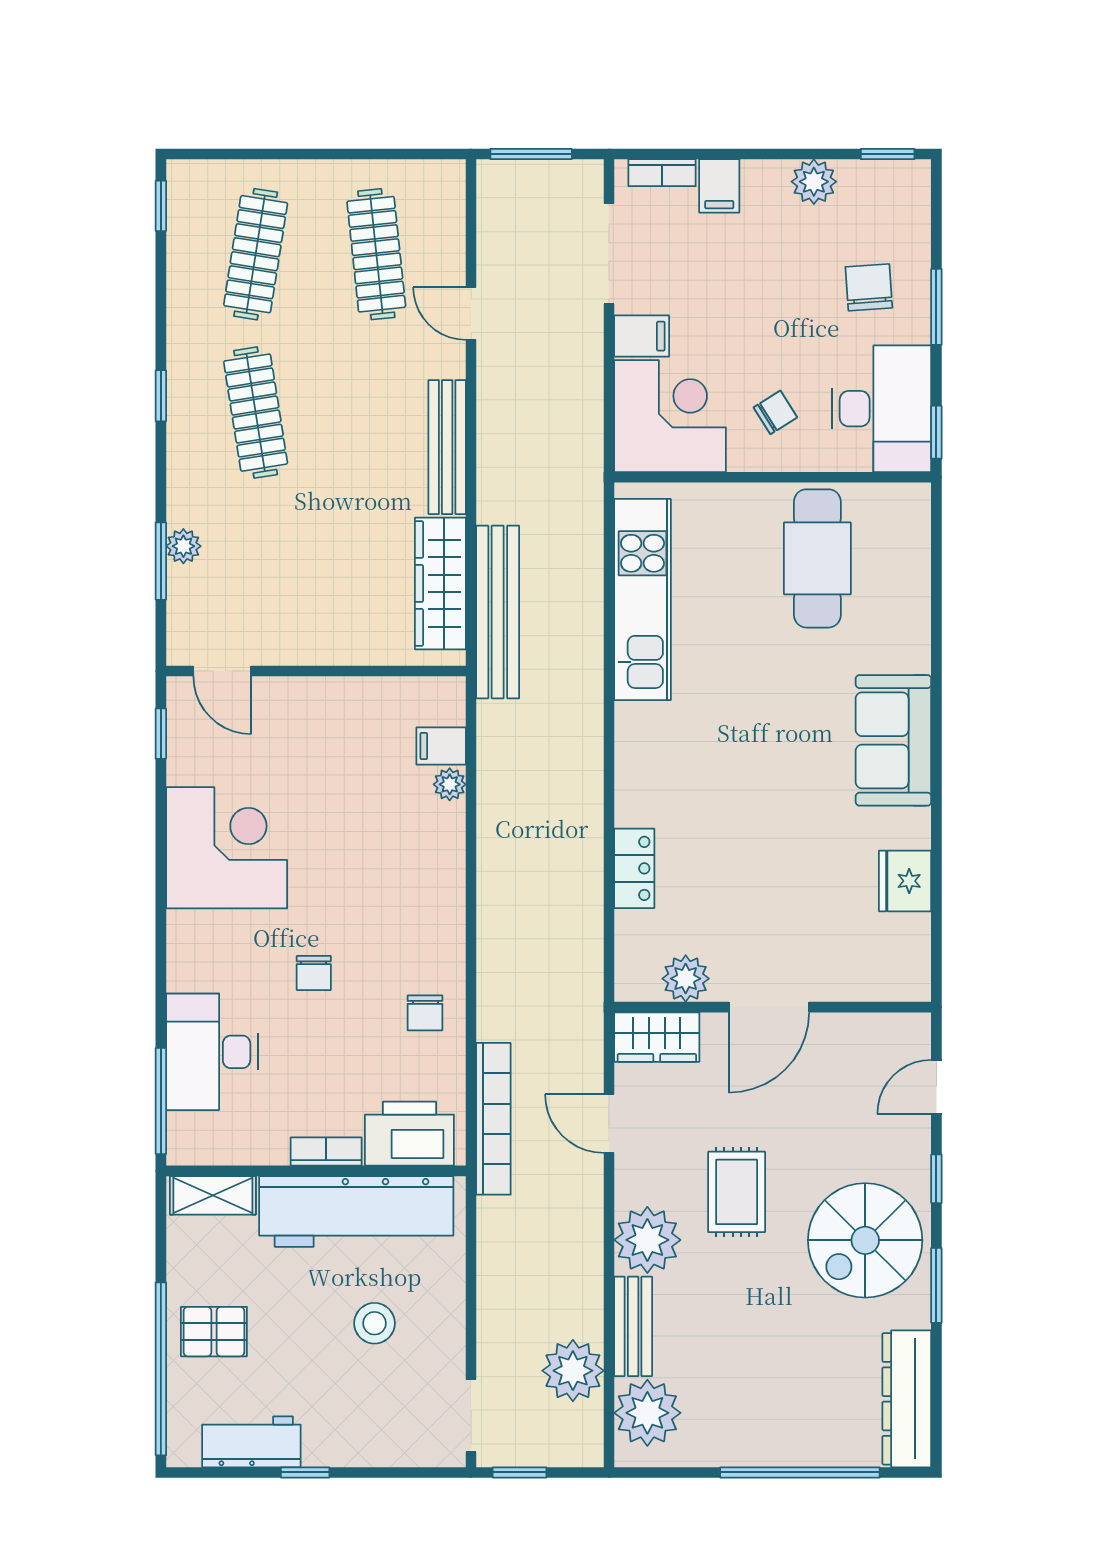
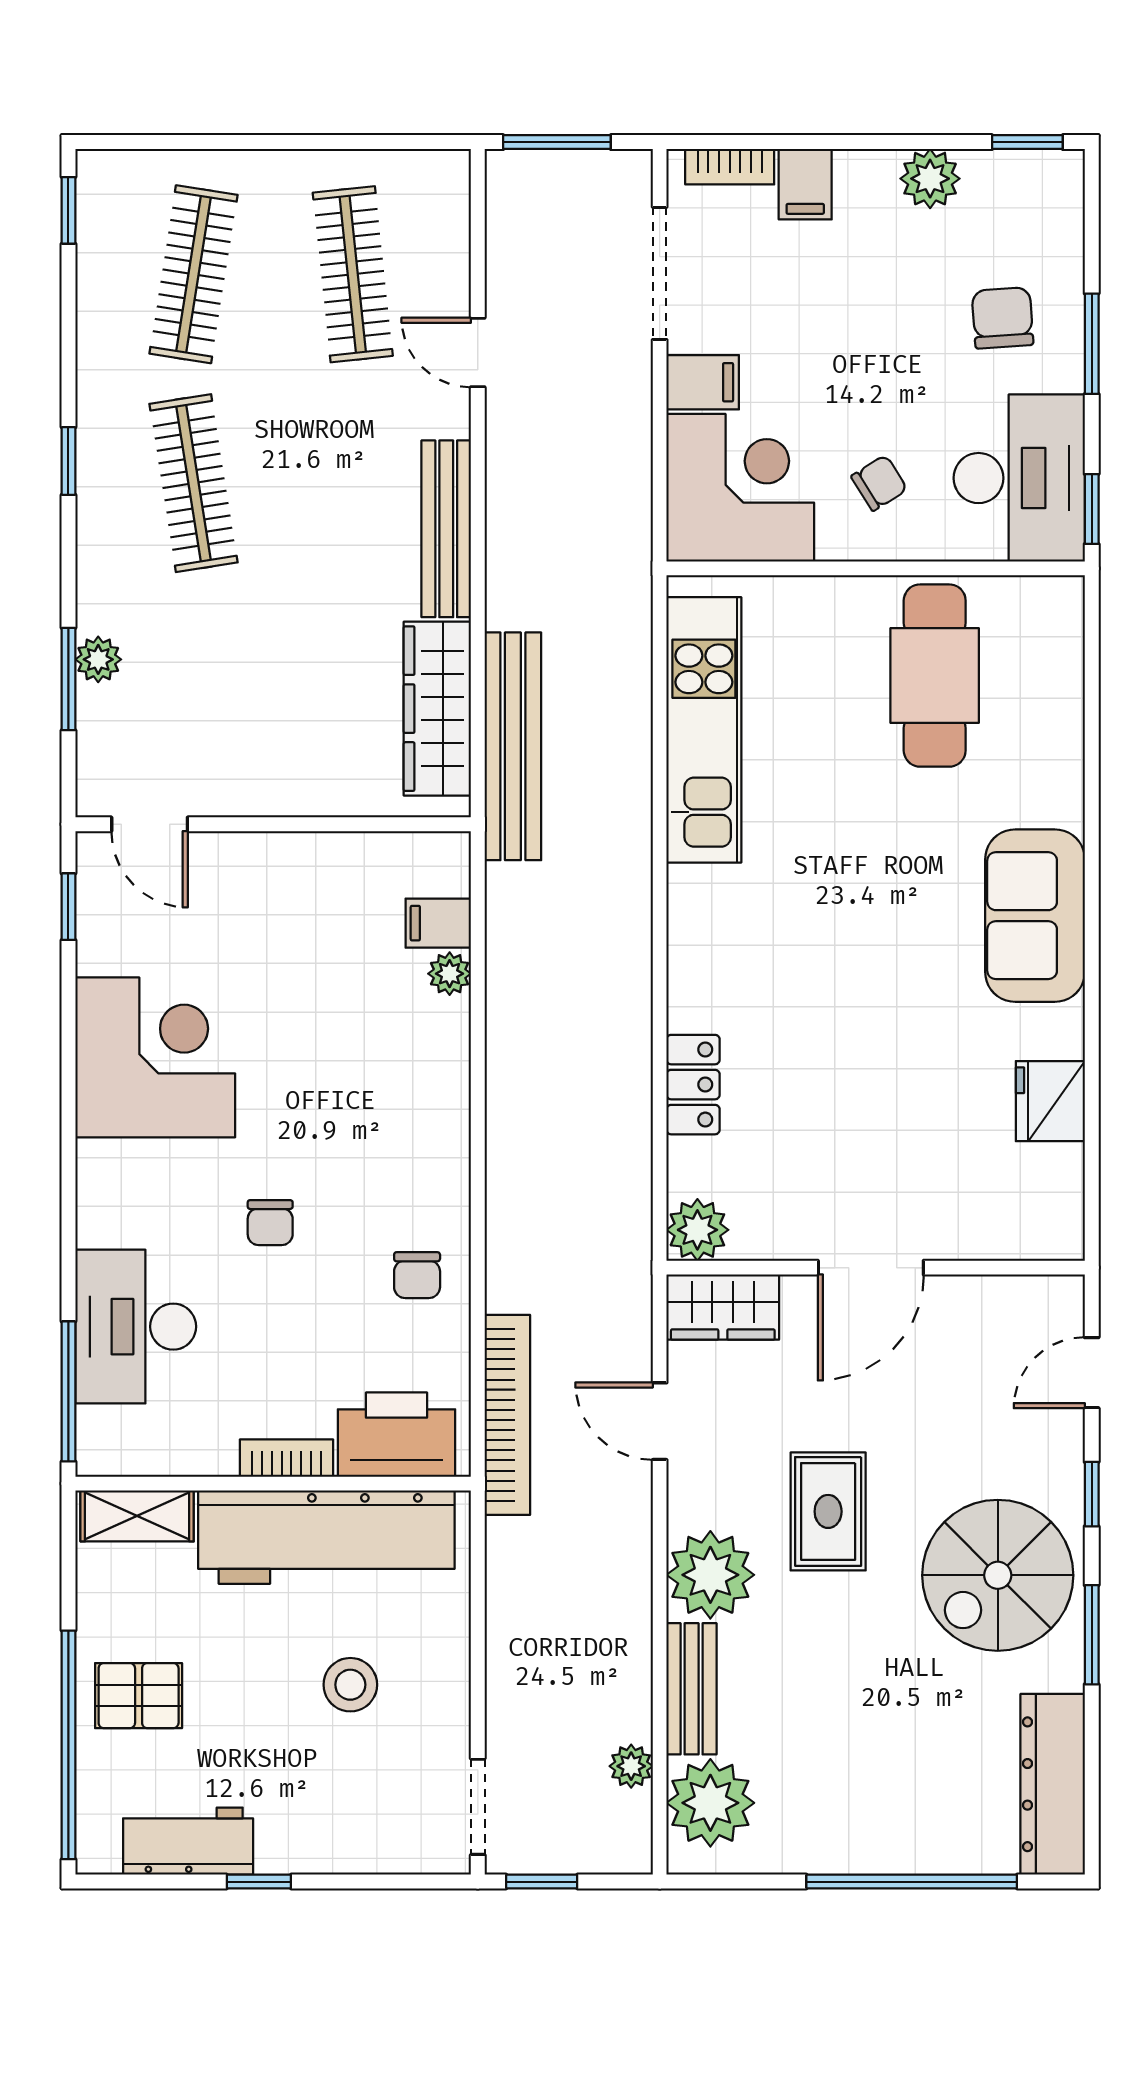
plant: (686, 979) -> (697, 1230), moved
plant: (573, 1371) -> (631, 1766), width x0.53, depth x0.53

